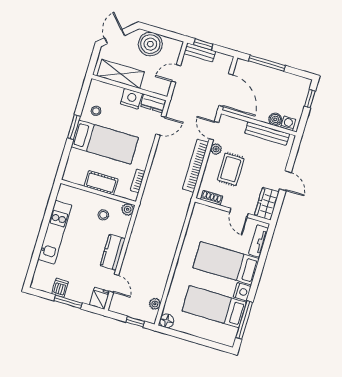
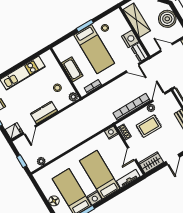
nightstand: (199, 210) -> (111, 133), added
floor lamp: (167, 321) -> (54, 201), moved

